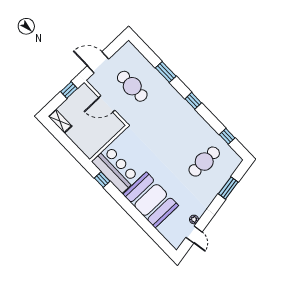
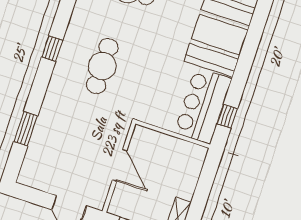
window: (166, 72) -> (26, 129), moved
cafe table: (132, 86) -> (102, 66), moved

